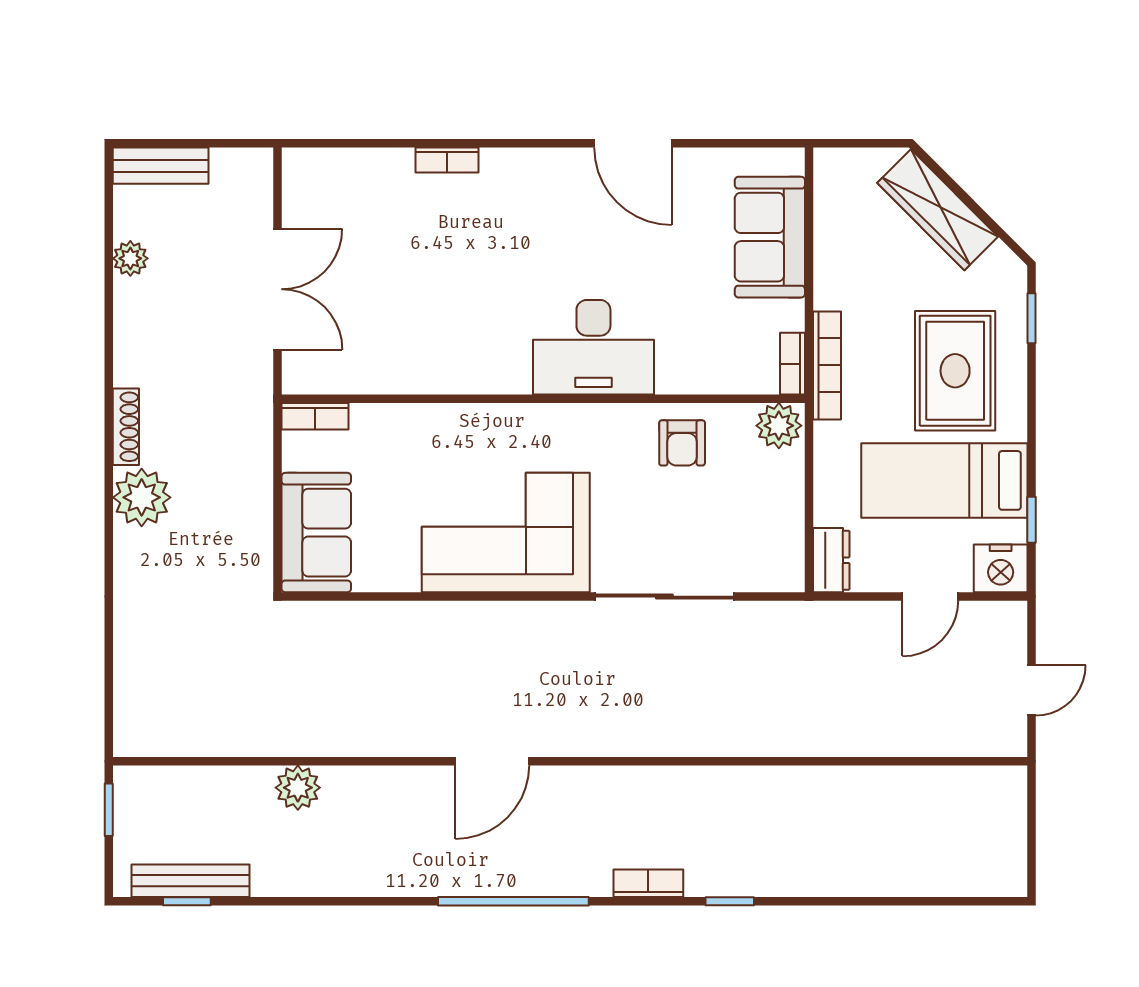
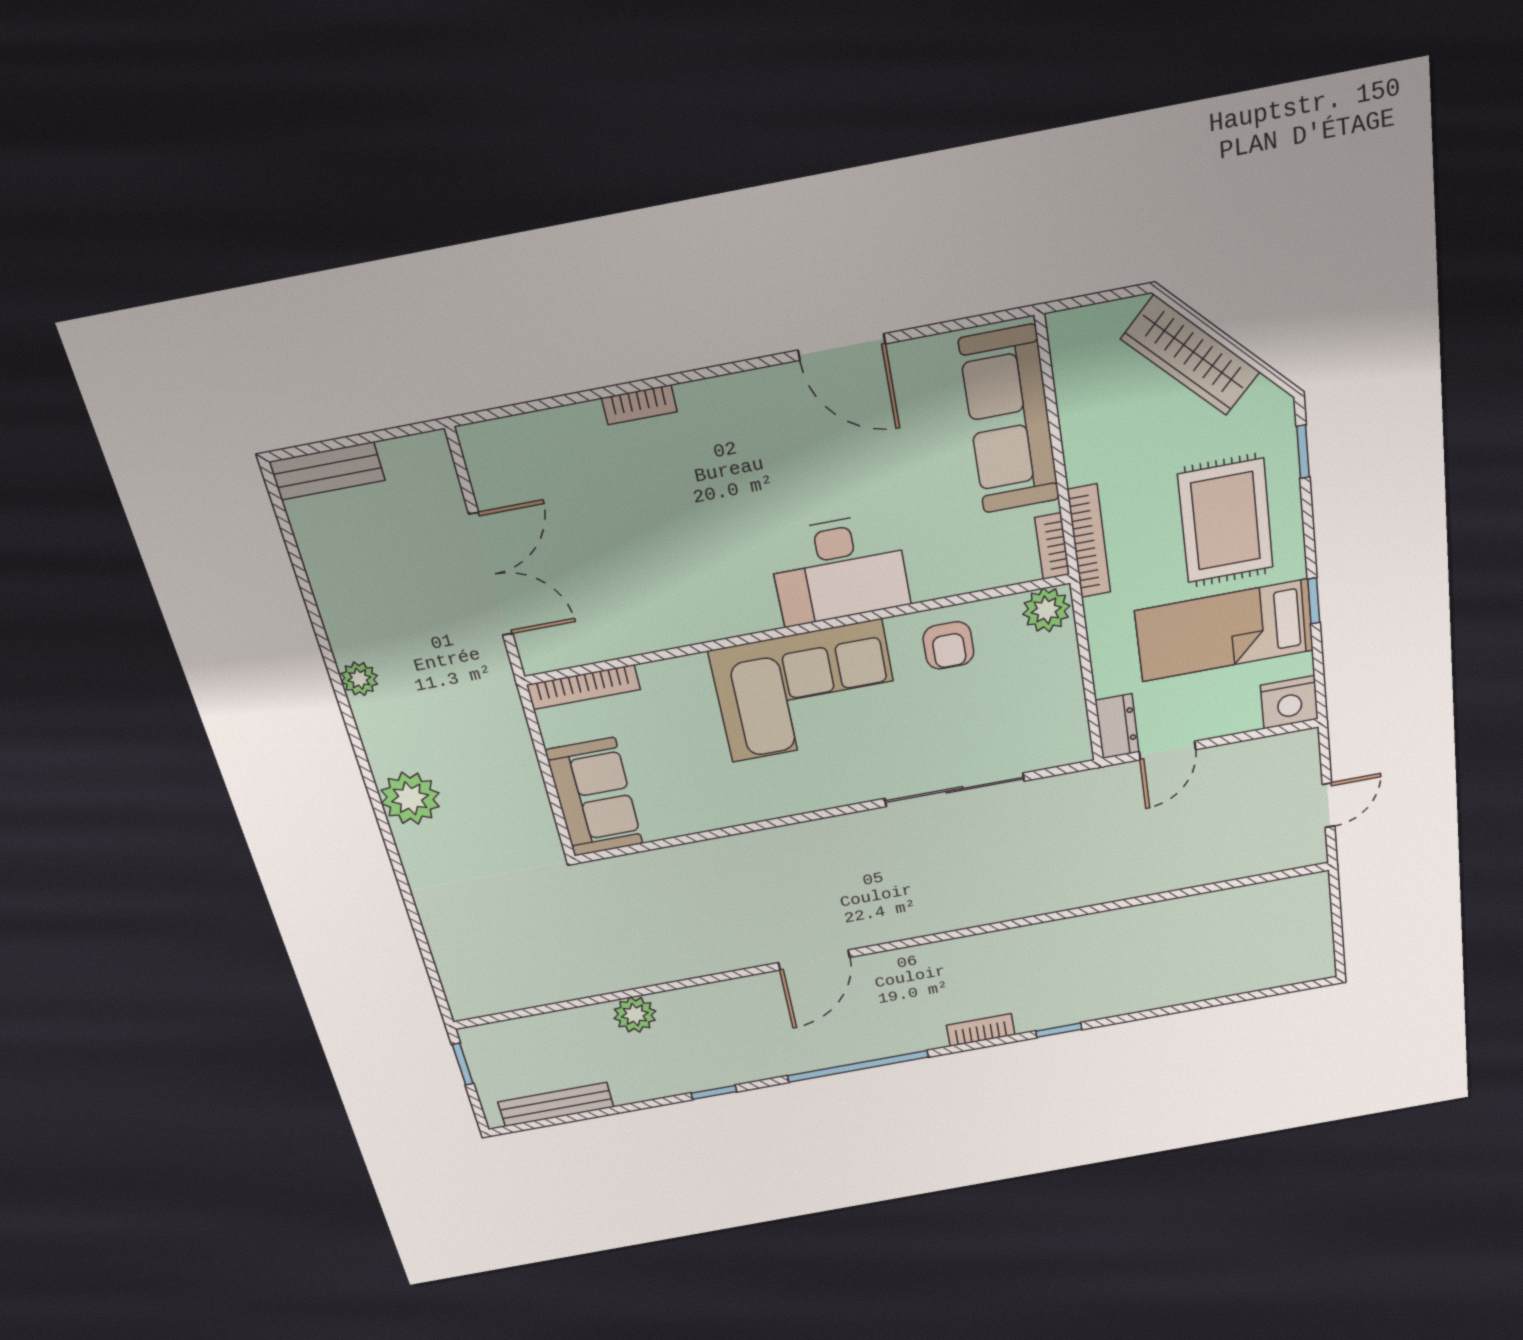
sofa: (770, 237) -> (1010, 420), width x1.36
plant: (130, 258) -> (359, 679), moved
bookcase: (315, 416) -> (583, 687), width x1.56
shoe rack: (126, 427) -> (373, 737), removed
window: (1031, 520) -> (1314, 601), moved
corner sofa: (506, 533) -> (806, 691), moved, turned 180
door: (930, 597) -> (1167, 751), moved
window: (187, 901) -> (714, 1092), moved

